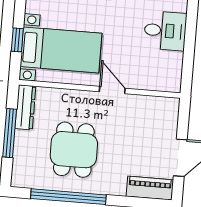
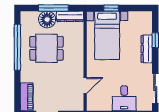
door: (112, 90) -> (85, 86), moved
floor lamp: (27, 145) -> (47, 19), added

